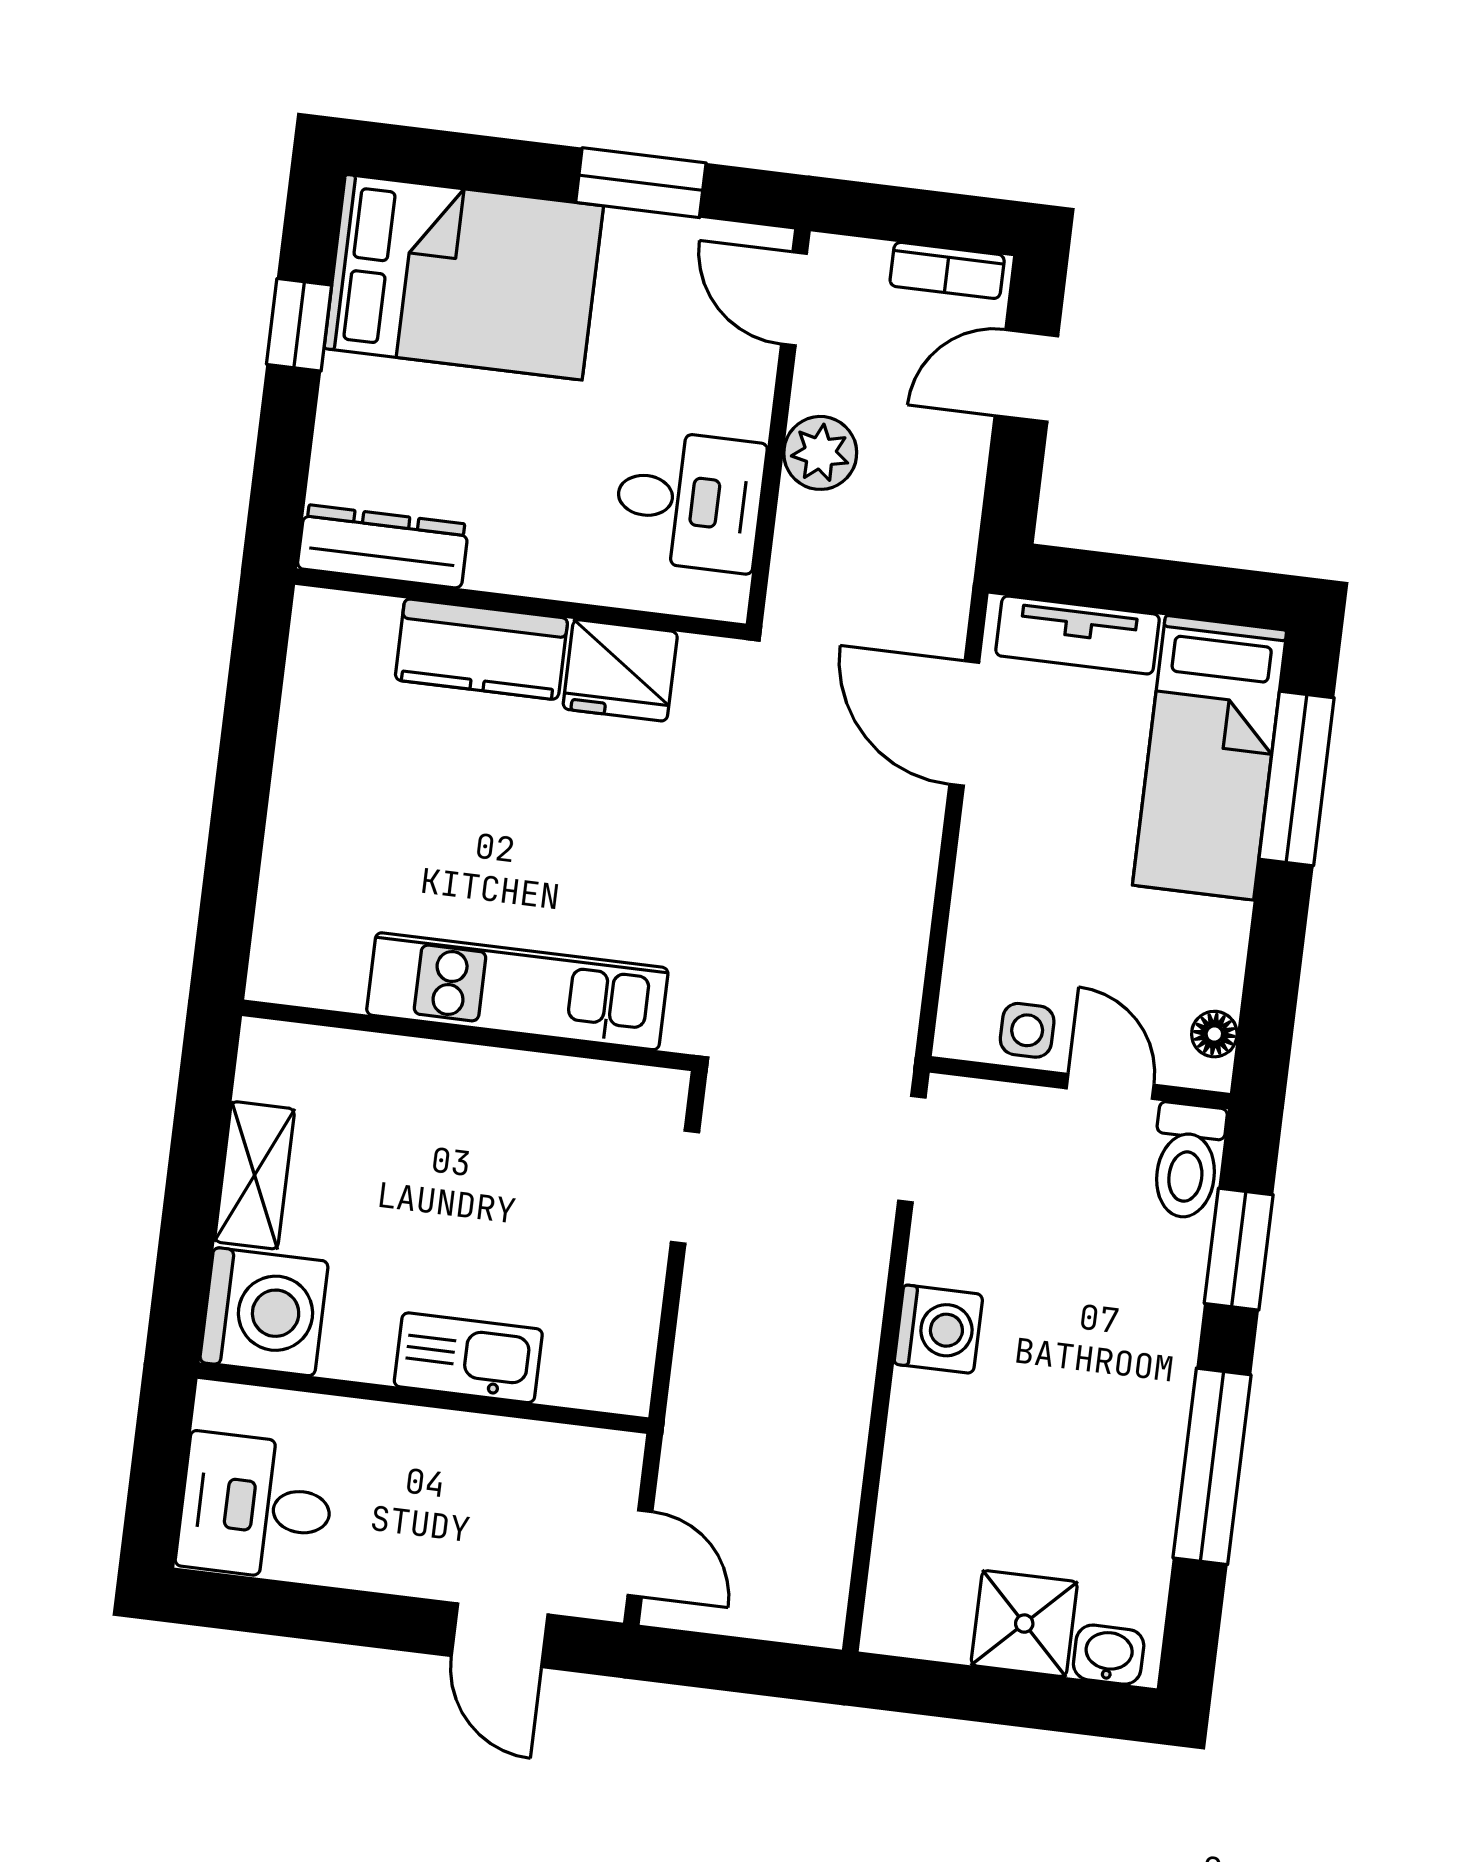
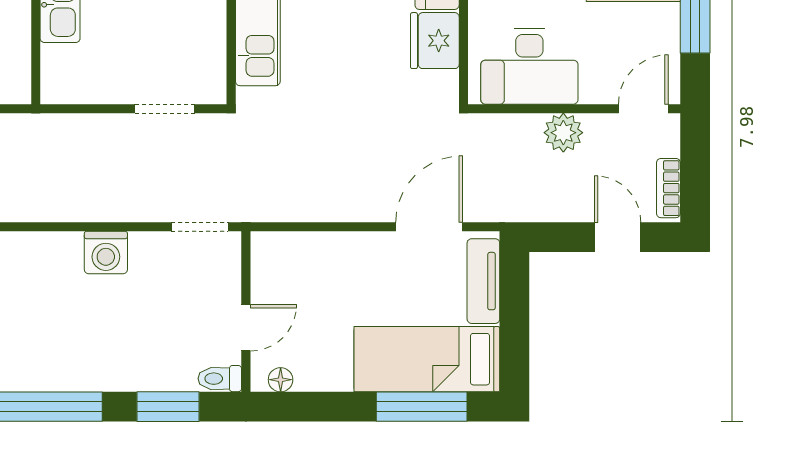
desk: (689, 501) -> (529, 66), width x1.37
side table: (1027, 1030) -> (270, 280), removed
toilet: (1187, 1161) -> (220, 379), width x0.73, depth x0.72

